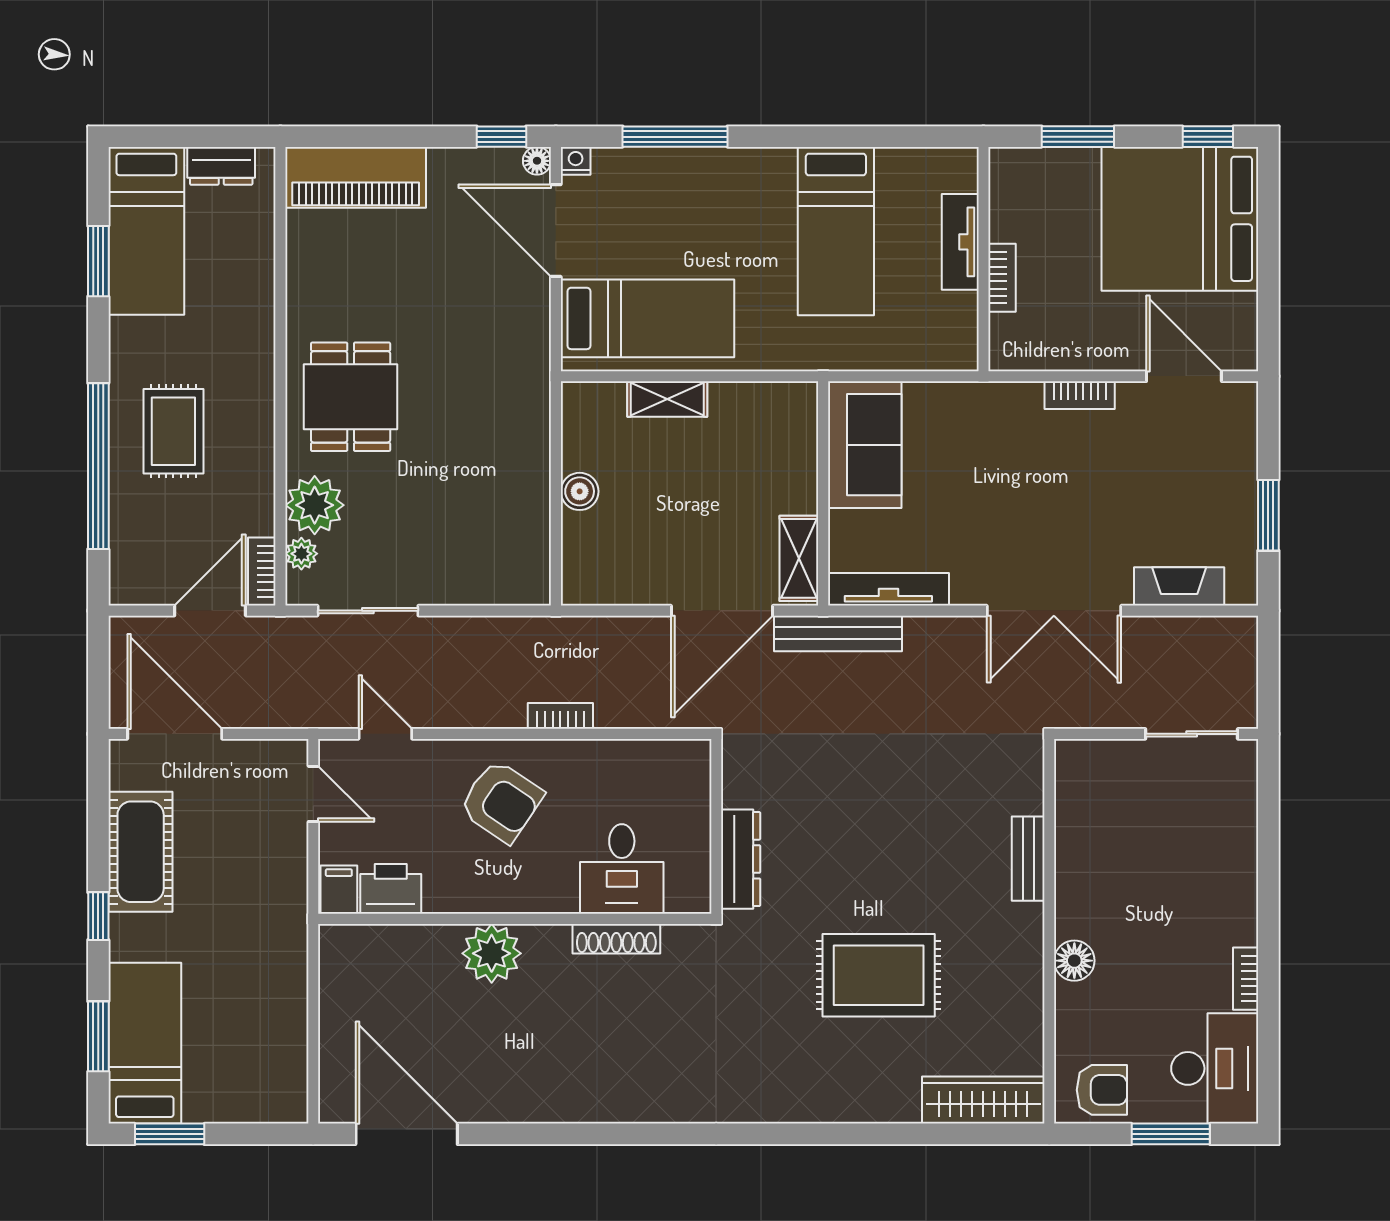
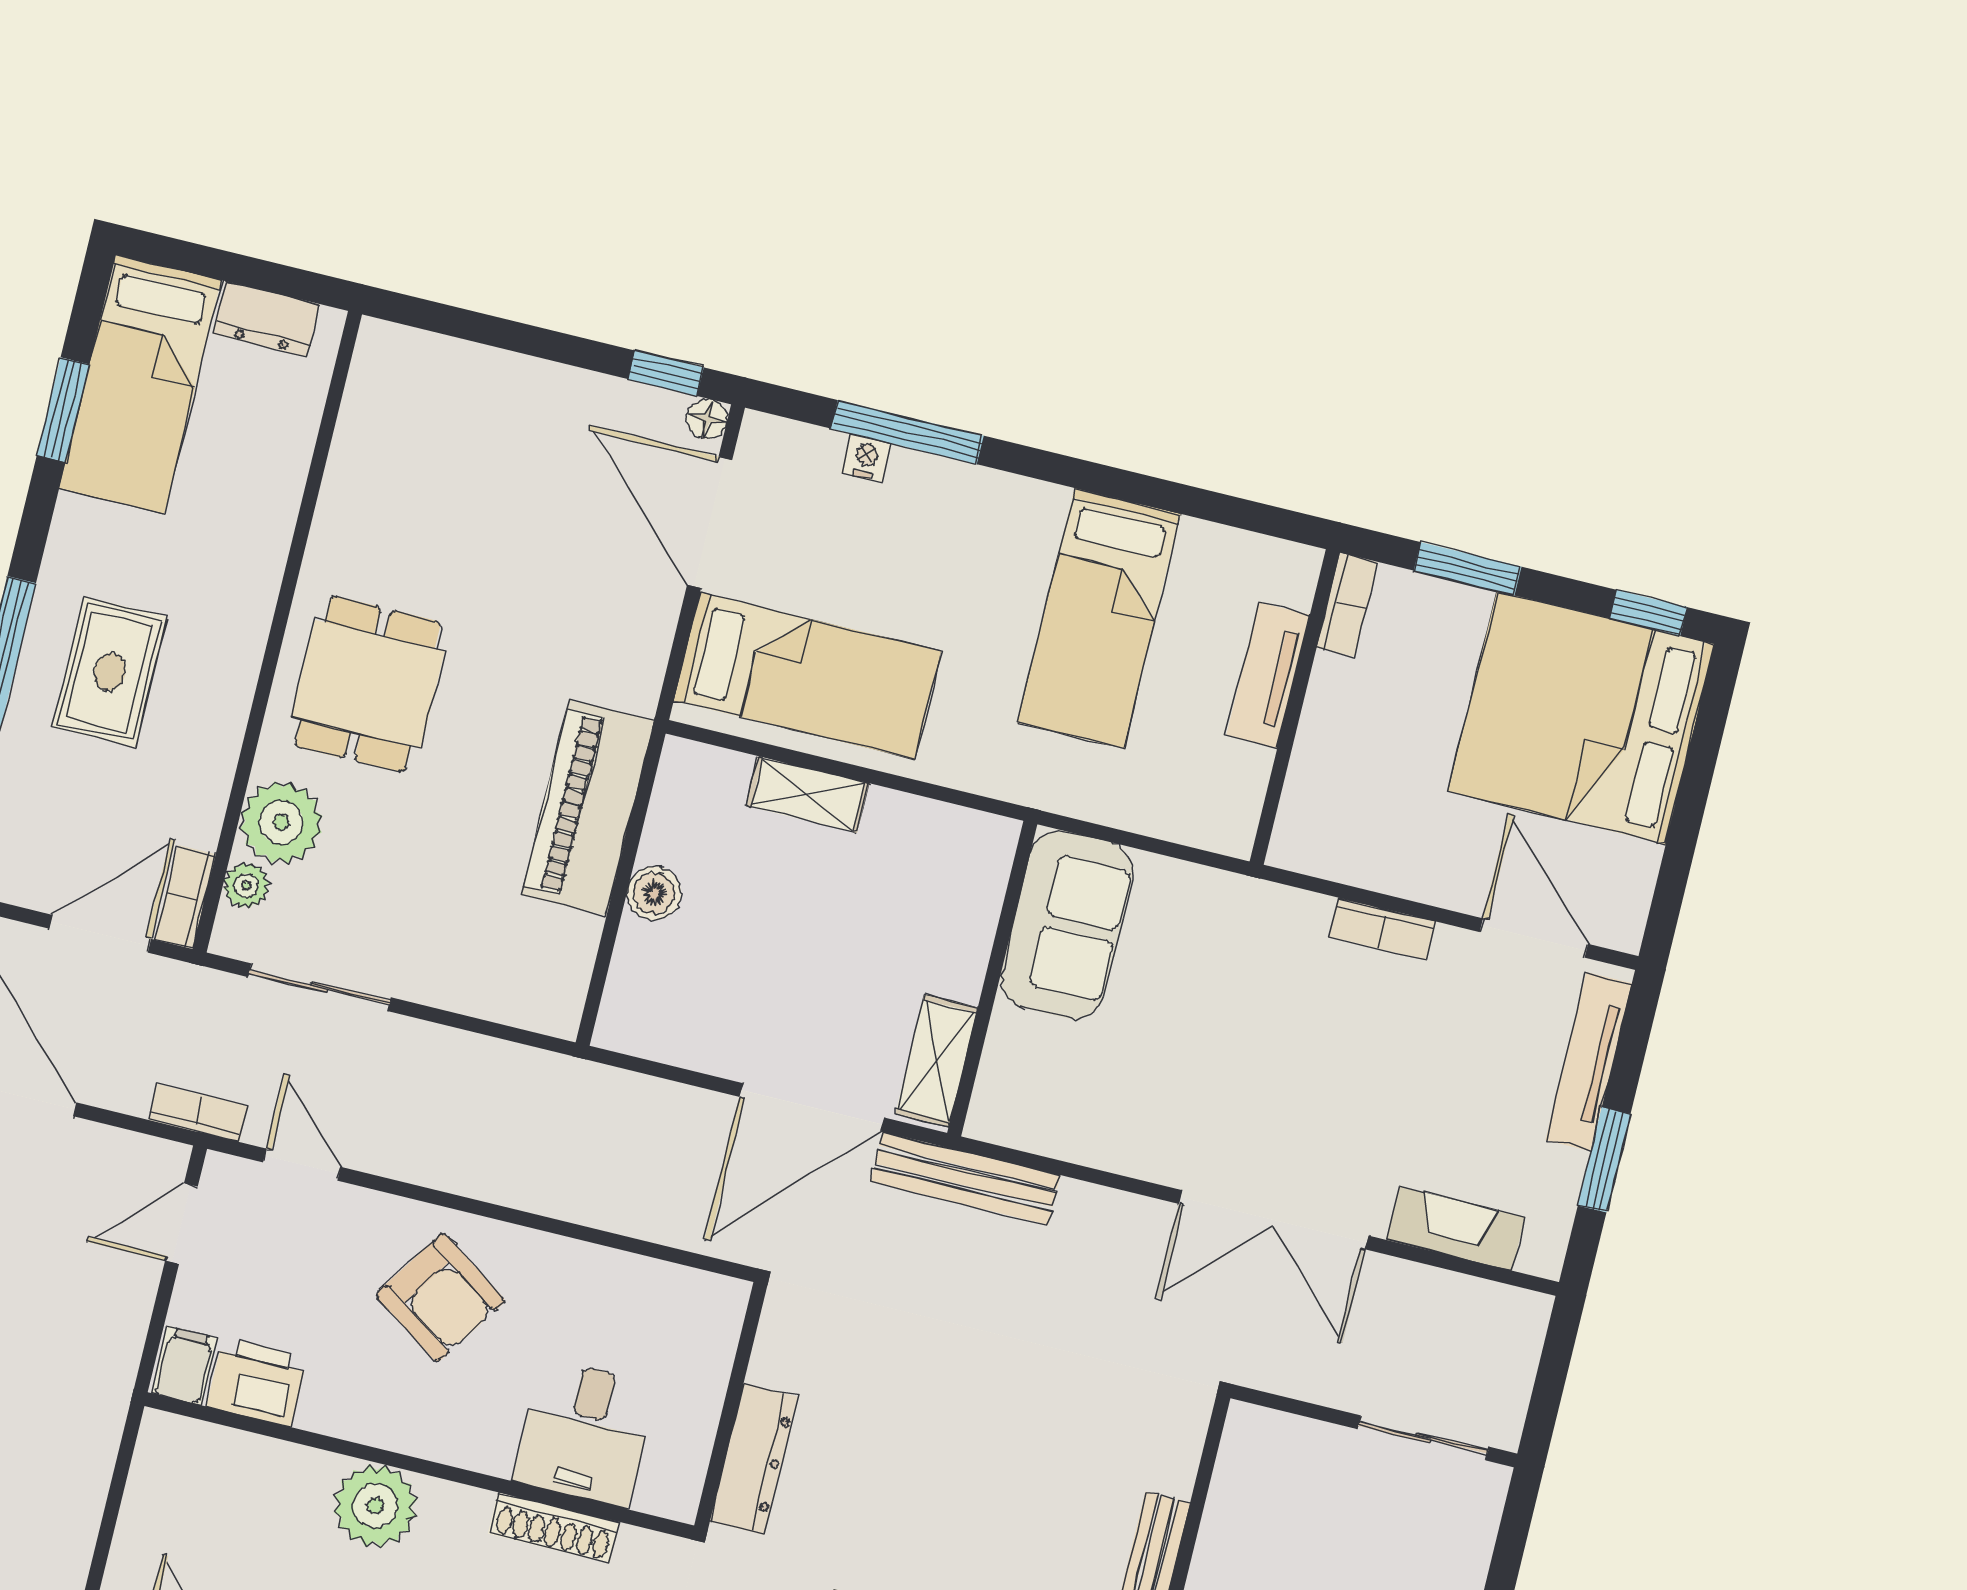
nightstand: (576, 161) -> (866, 458), moved
piano: (356, 177) -> (588, 808), moved, turned 90
bookcase: (1002, 278) -> (1347, 605), moved
tv unit: (888, 589) -> (1589, 1062), moved, turned -90
bookcase: (560, 716) -> (198, 1113), moved
door: (313, 794) -> (181, 1224), swing flipped

